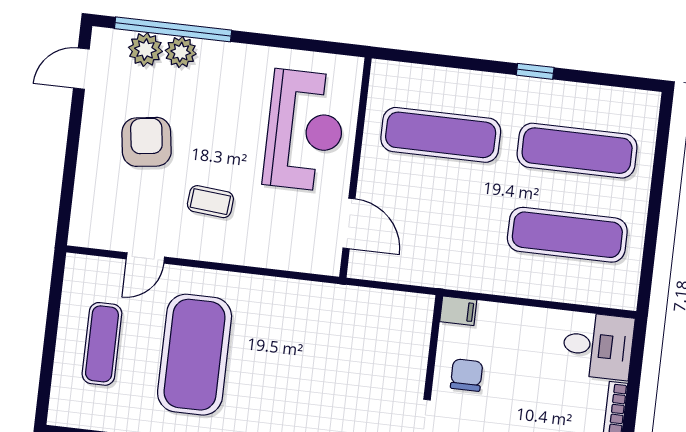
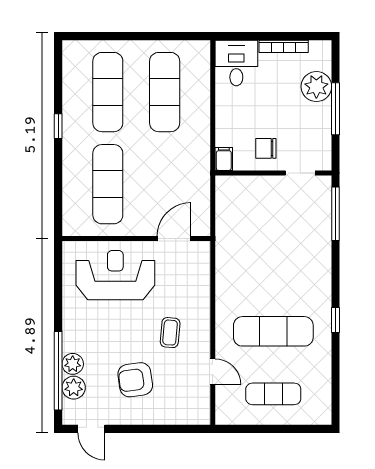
exercise mat: (195, 355) -> (273, 331), width x0.68

